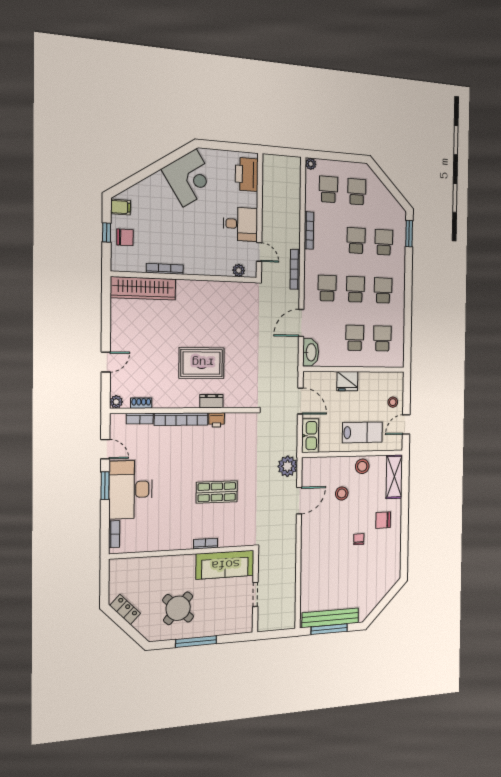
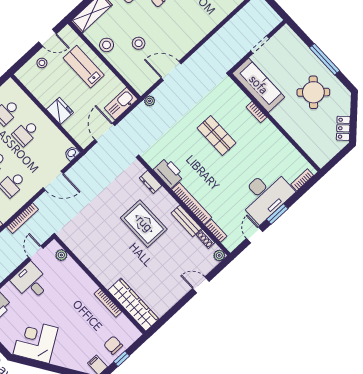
washbasin: (311, 352) -> (72, 153), width x0.52, depth x0.69
bench: (171, 401) -> (186, 221), added
dresser: (211, 401) -> (150, 182), moved
printer: (217, 420) -> (169, 173), width x1.87, depth x1.48
plant: (287, 466) -> (150, 101), width x0.53, depth x0.53

